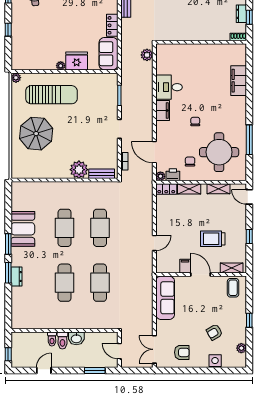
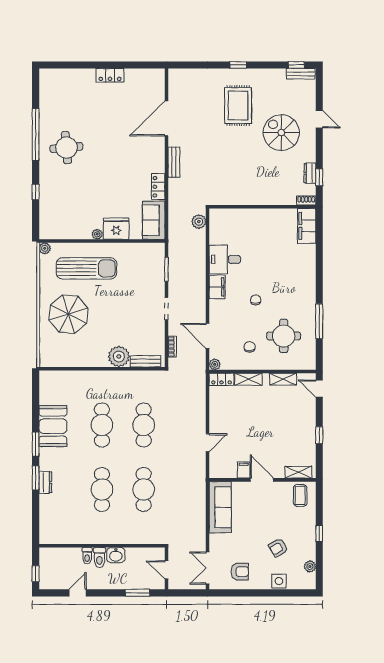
filing cabinet: (239, 81) -> (307, 226), moved
round table: (219, 152) -> (284, 336), width x0.73, depth x0.73
printer: (173, 175) -> (229, 363), removed
trolley: (213, 239) -> (276, 438), removed

